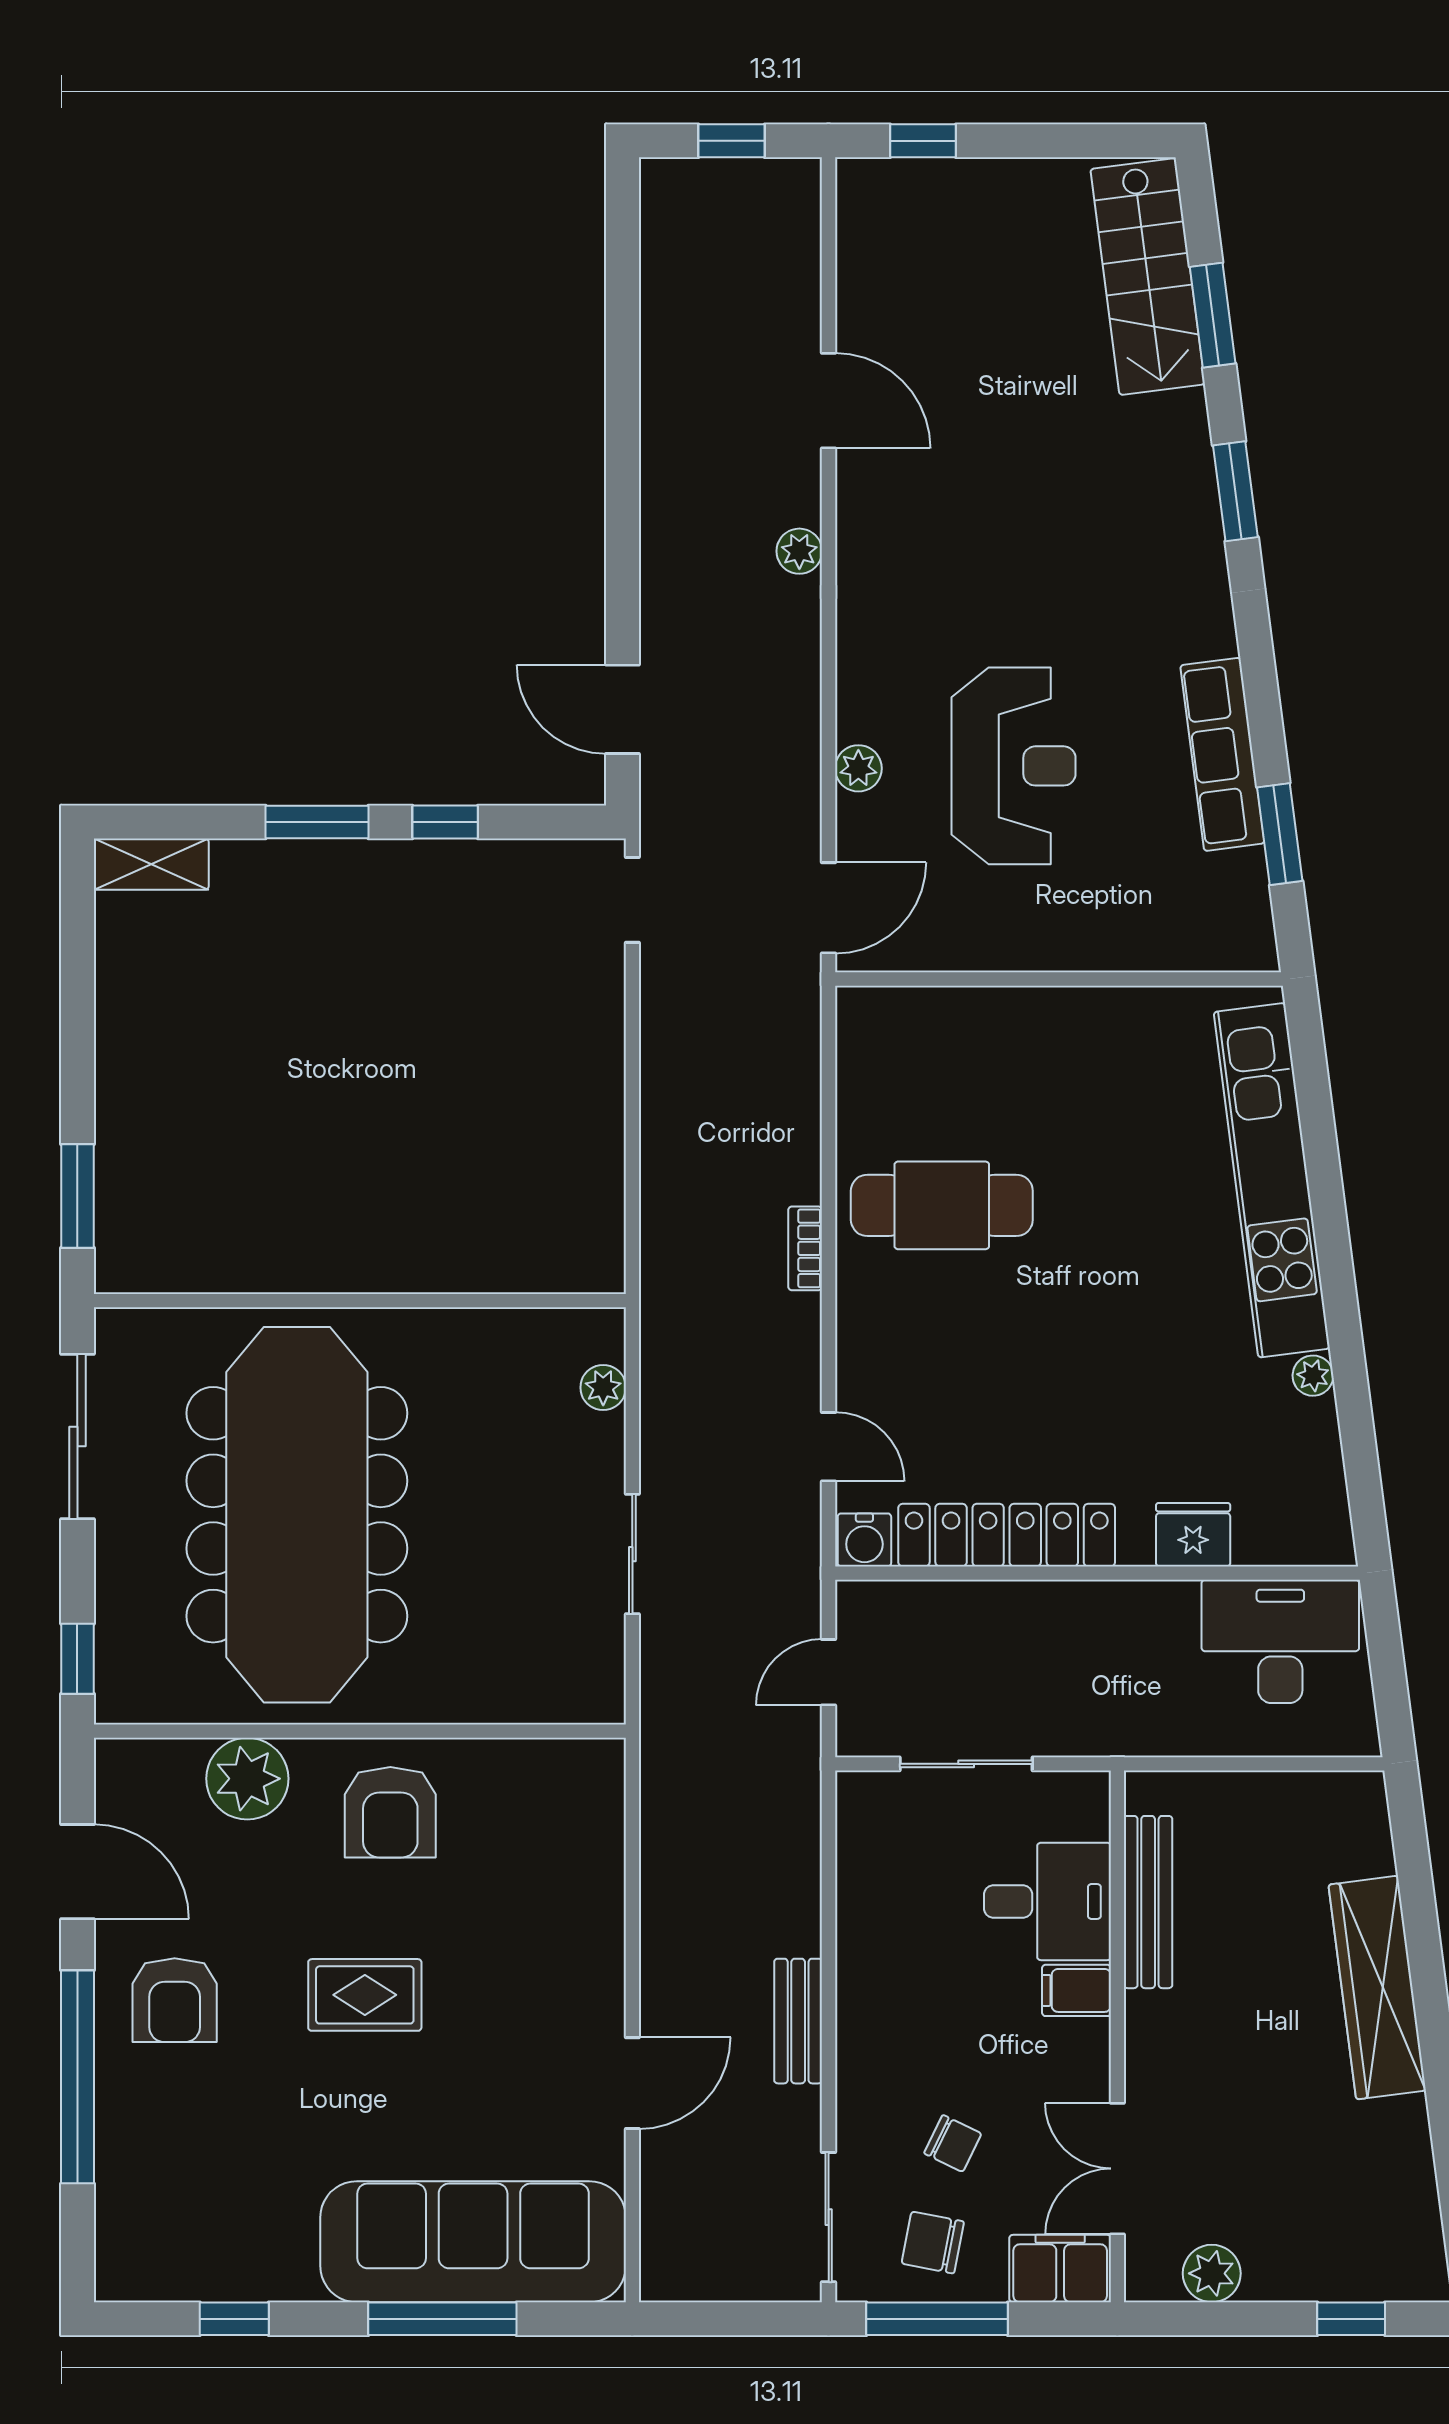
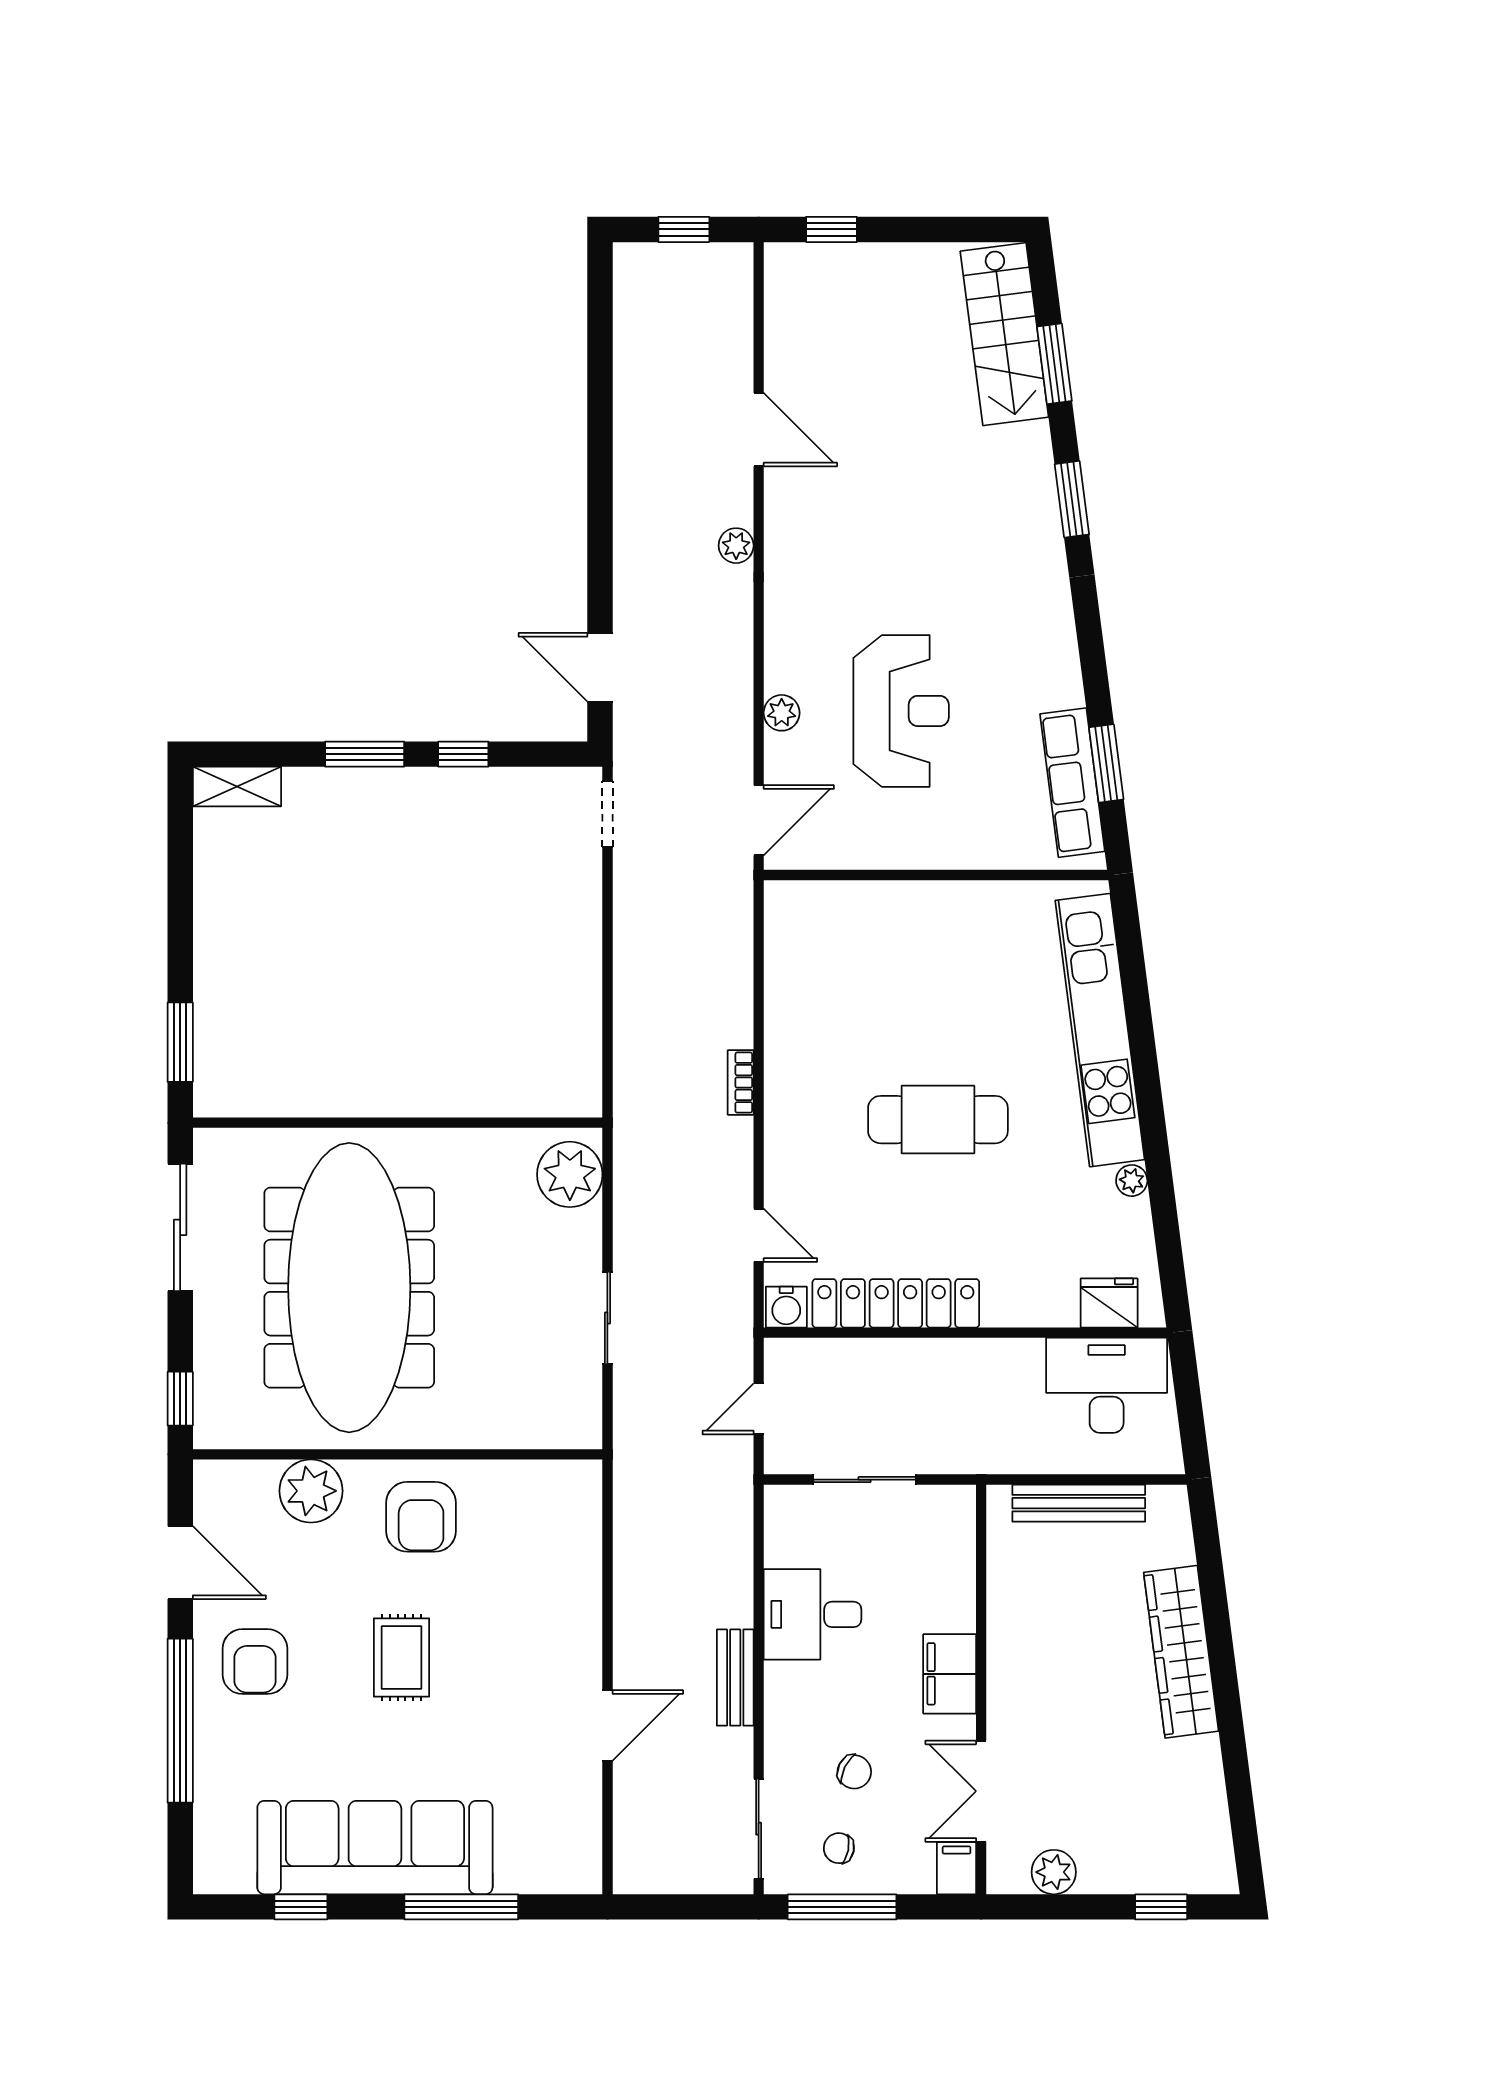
row of seats: (1222, 754) -> (1072, 783), moved
cafe table: (942, 1205) -> (938, 1120), moved
plant: (603, 1388) -> (570, 1174), width x1.87, depth x1.87
fridge: (1193, 1535) -> (1109, 1303), moved
desk: (1047, 1901) -> (812, 1614), moved, turned 180
bench: (1148, 1902) -> (1079, 1503), moved, turned 90
filing cabinet: (1077, 1990) -> (950, 1674), width x2.00
rug: (365, 1995) -> (401, 1658), turned 90
sofa: (473, 2242) -> (375, 1848), moved
chair: (933, 2243) -> (839, 1848), width x0.73, depth x0.73
filing cabinet: (1060, 2269) -> (957, 1868), width x0.50

